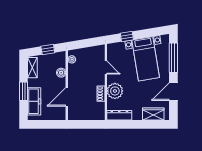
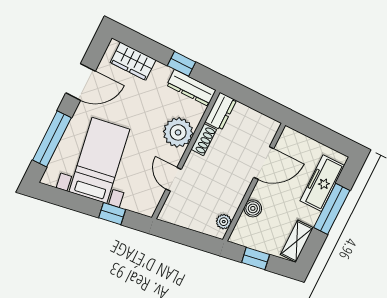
window: (23, 91) -> (332, 209), width x1.44
dresser: (100, 111) -> (221, 111), added
window: (130, 124) -> (182, 64), added

